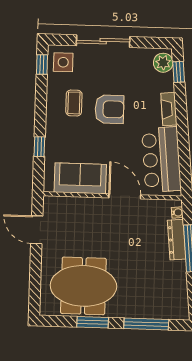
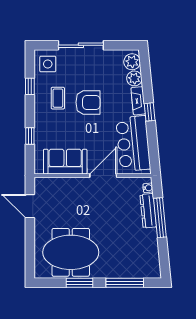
window: (42, 65) -> (30, 86), moved
window: (179, 72) -> (150, 112), moved
plant: (165, 83) -> (134, 78), added
door: (125, 196) -> (103, 176), hinge flipped

